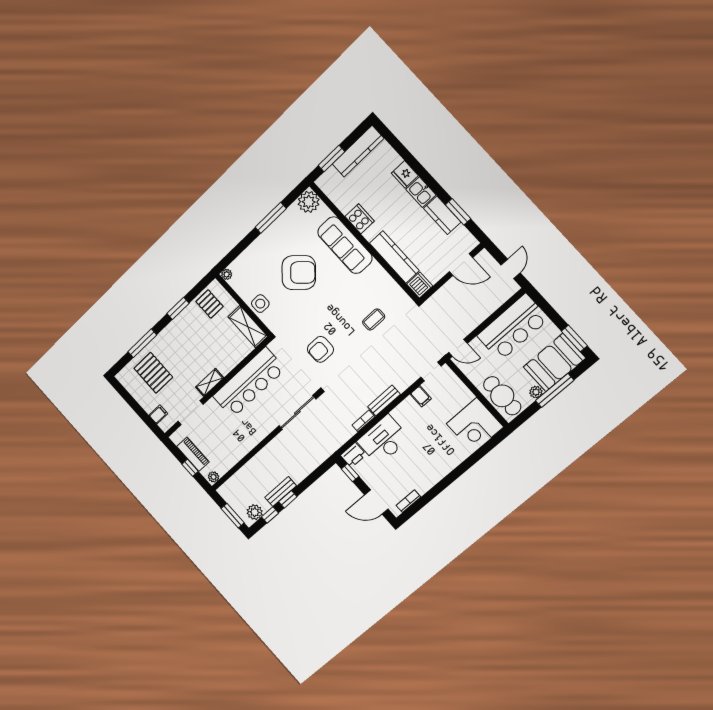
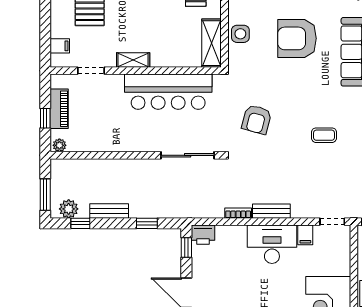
armchair: (299, 273) -> (297, 38), turned 138
armchair: (320, 349) -> (257, 120), turned -75
doorway: (190, 413) -> (91, 71), width x0.73
desk: (383, 440) -> (272, 244), moved
window: (288, 499) -> (147, 223), moved

